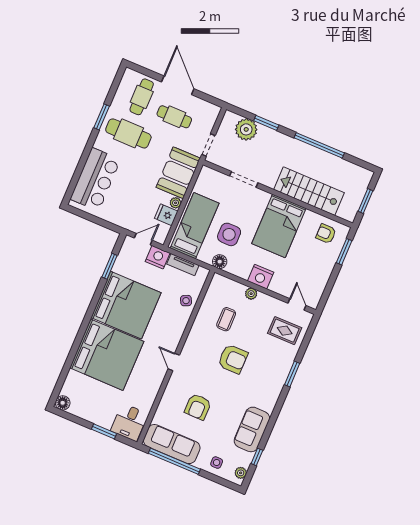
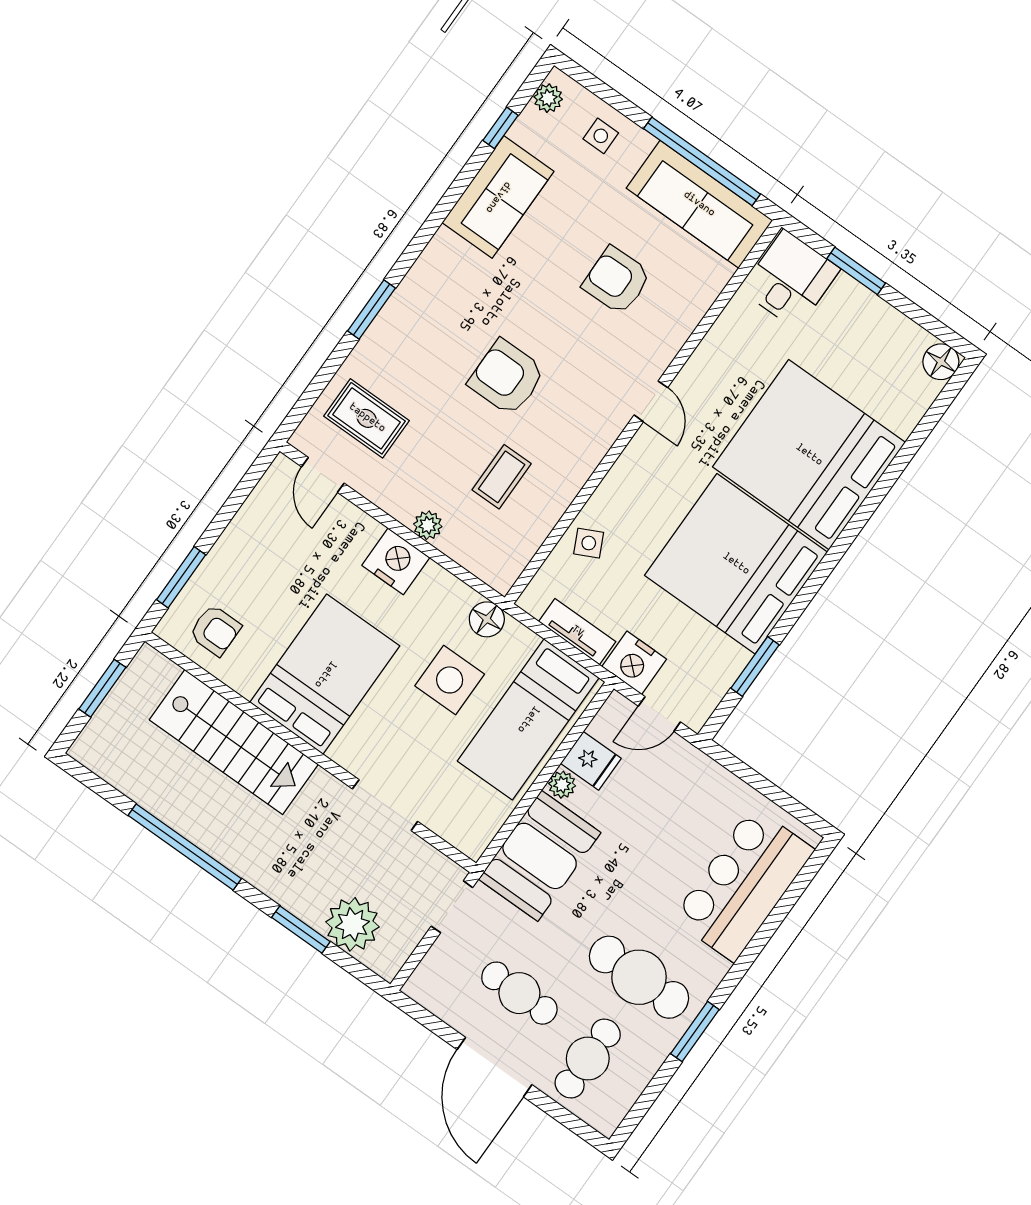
armchair: (198, 407) -> (617, 280), turned -91

